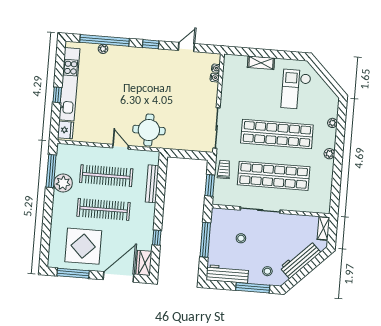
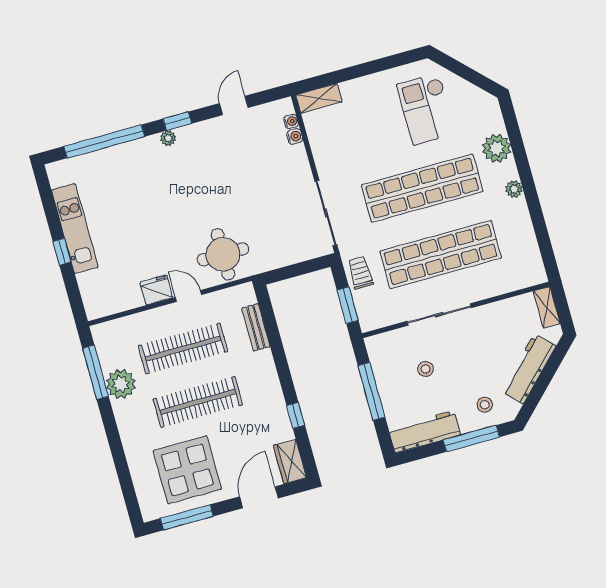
plant: (103, 49) -> (168, 138), moved
shelving: (261, 63) -> (319, 98), moved
kitchen unit: (69, 84) -> (75, 229), width x0.73
plant: (332, 123) -> (497, 148), width x1.87, depth x1.87
fridge: (66, 130) -> (156, 290), moved, turned -90
bench: (152, 184) -> (256, 327), width x0.73
door: (119, 277) -> (259, 497), width x0.73

